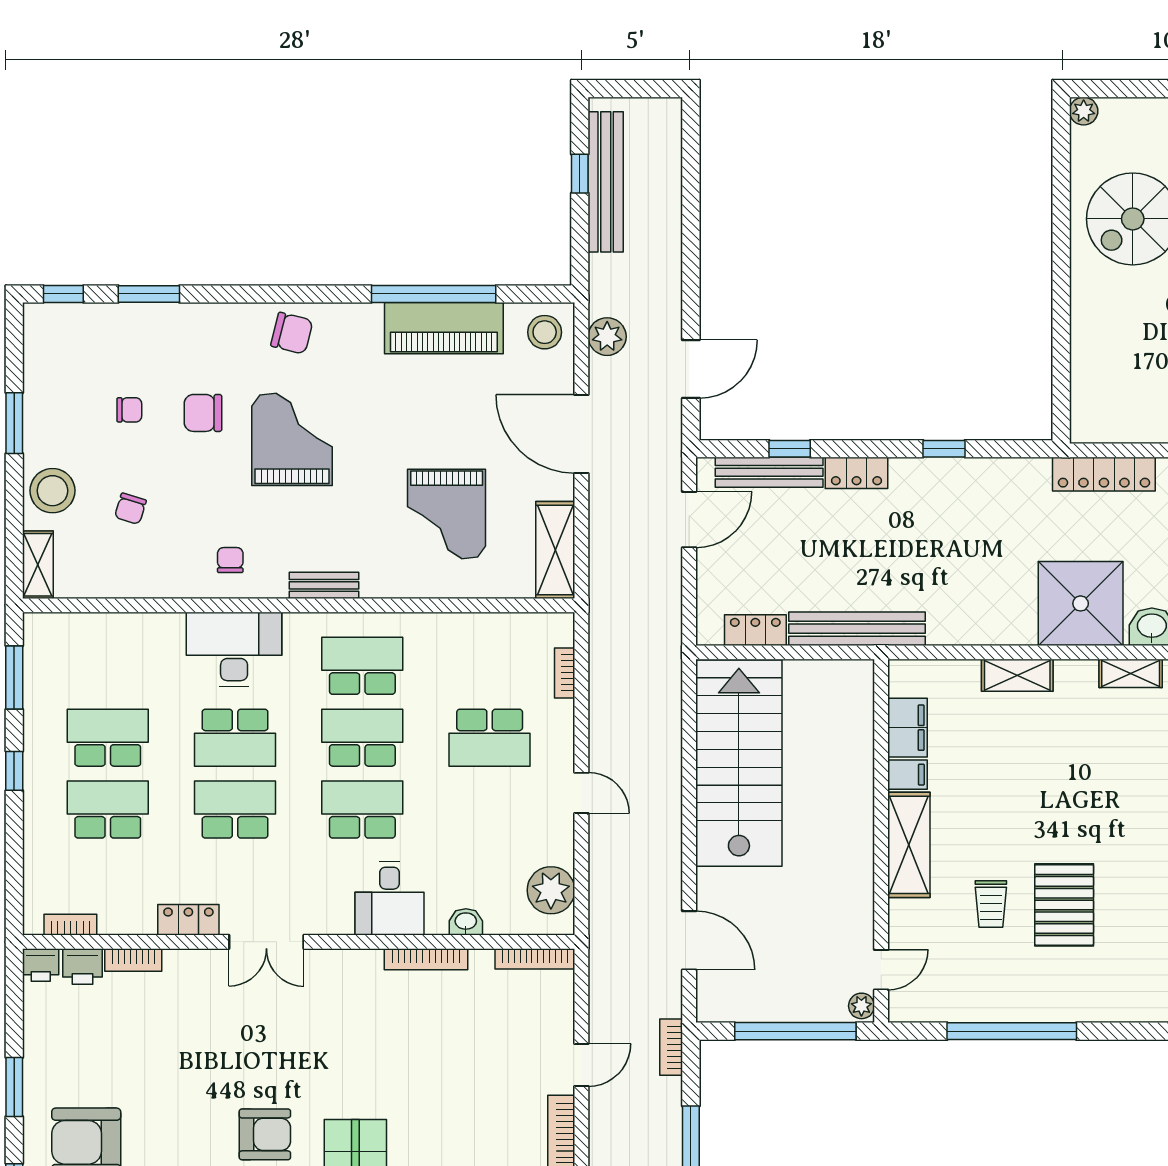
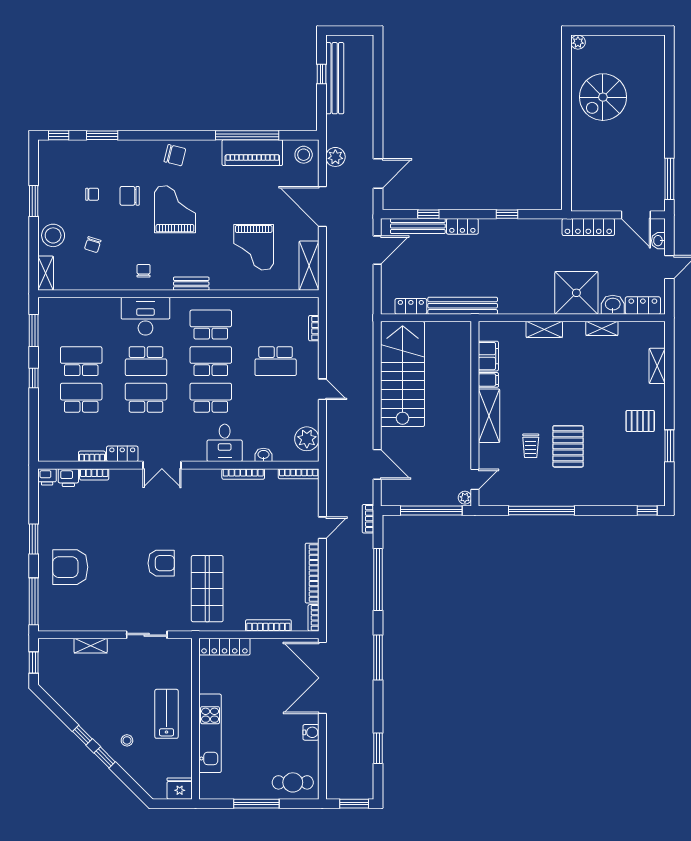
bookcase: (70, 925) -> (92, 456), moved

